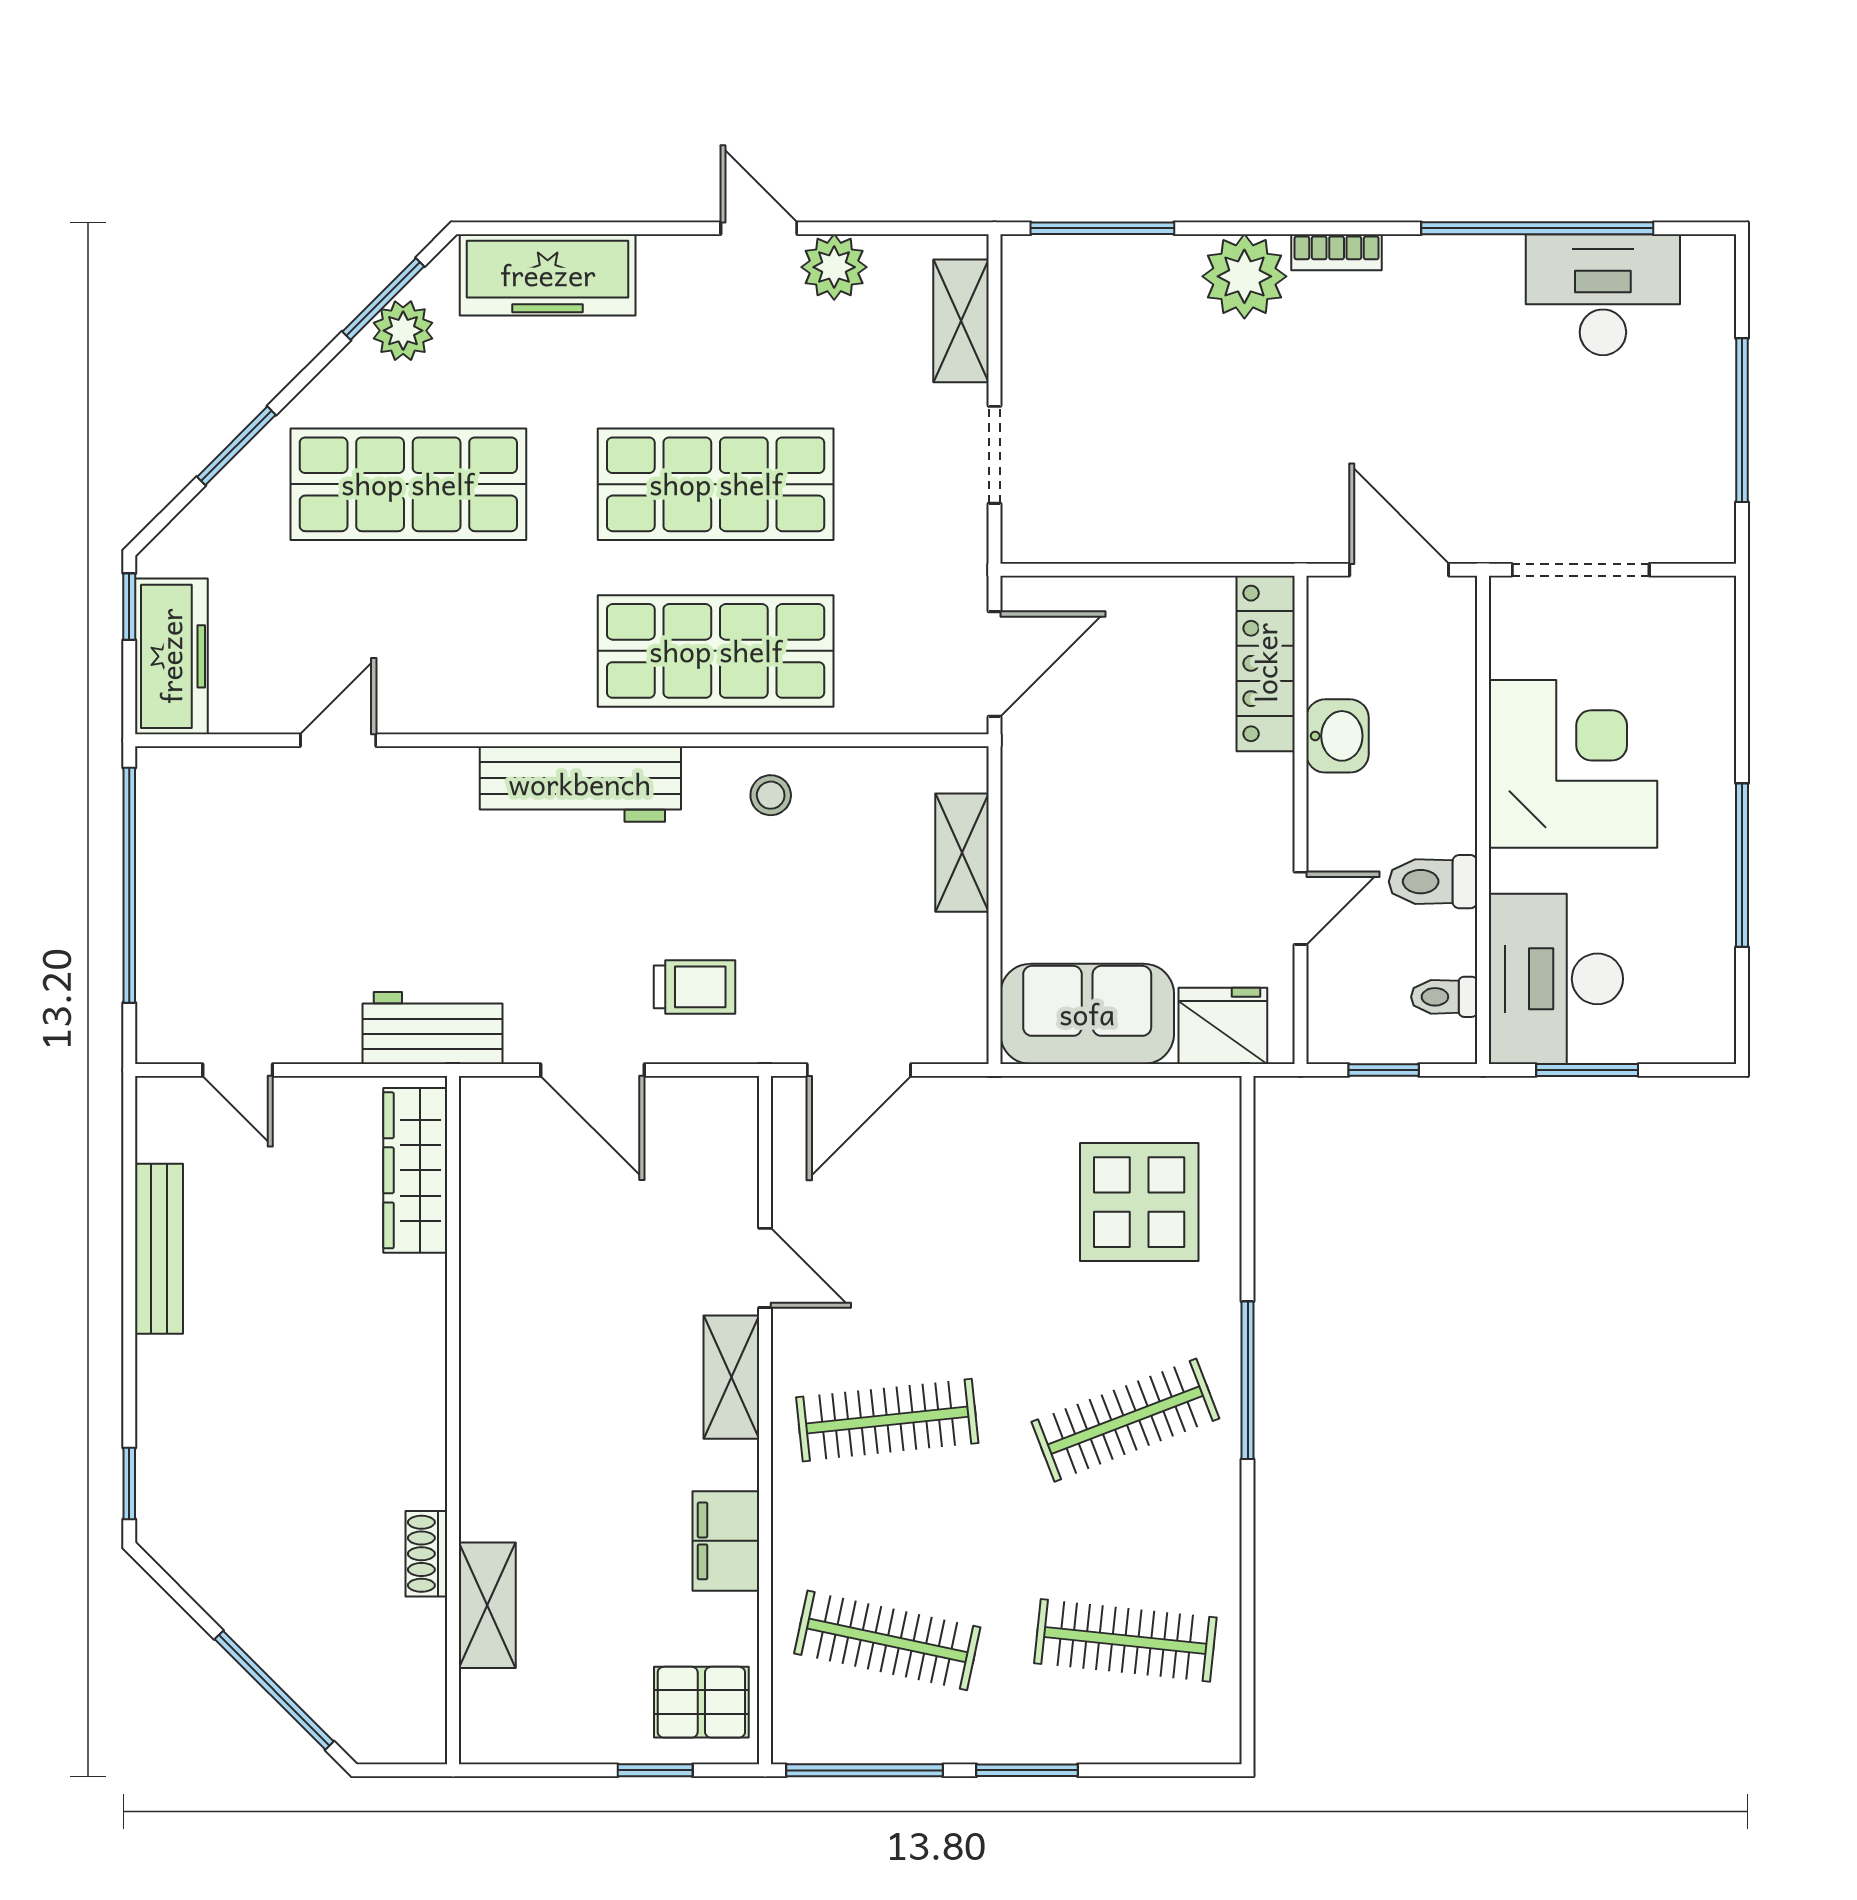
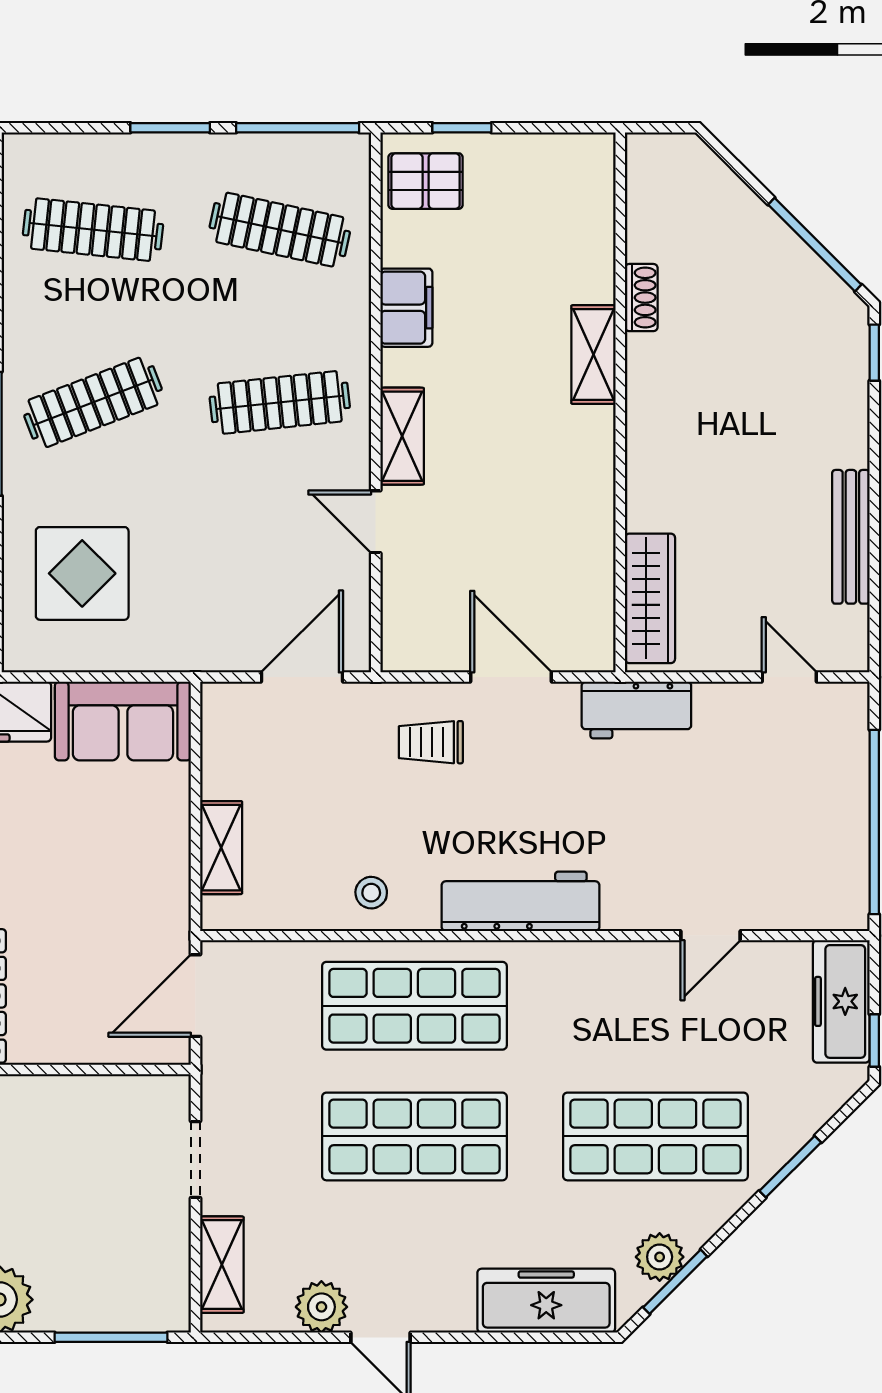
shelving: (487, 1605) -> (594, 355), moved
window: (274, 1690) -> (815, 245), moved

